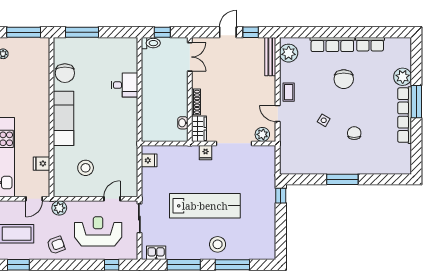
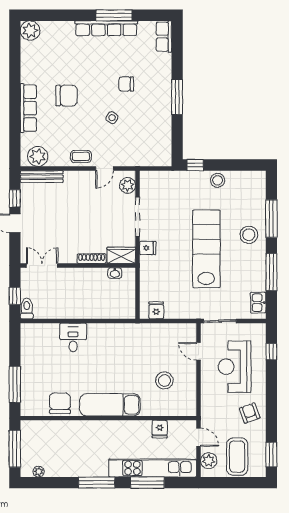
row of seats: (370, 44) -> (164, 37), moved, turned 180
chair: (65, 73) -> (60, 403), turned -90
plant: (403, 77) -> (30, 31), moved
window: (416, 102) -> (114, 15), moved
plant: (59, 208) -> (209, 461), moved
stool: (267, 216) -> (218, 180), added

